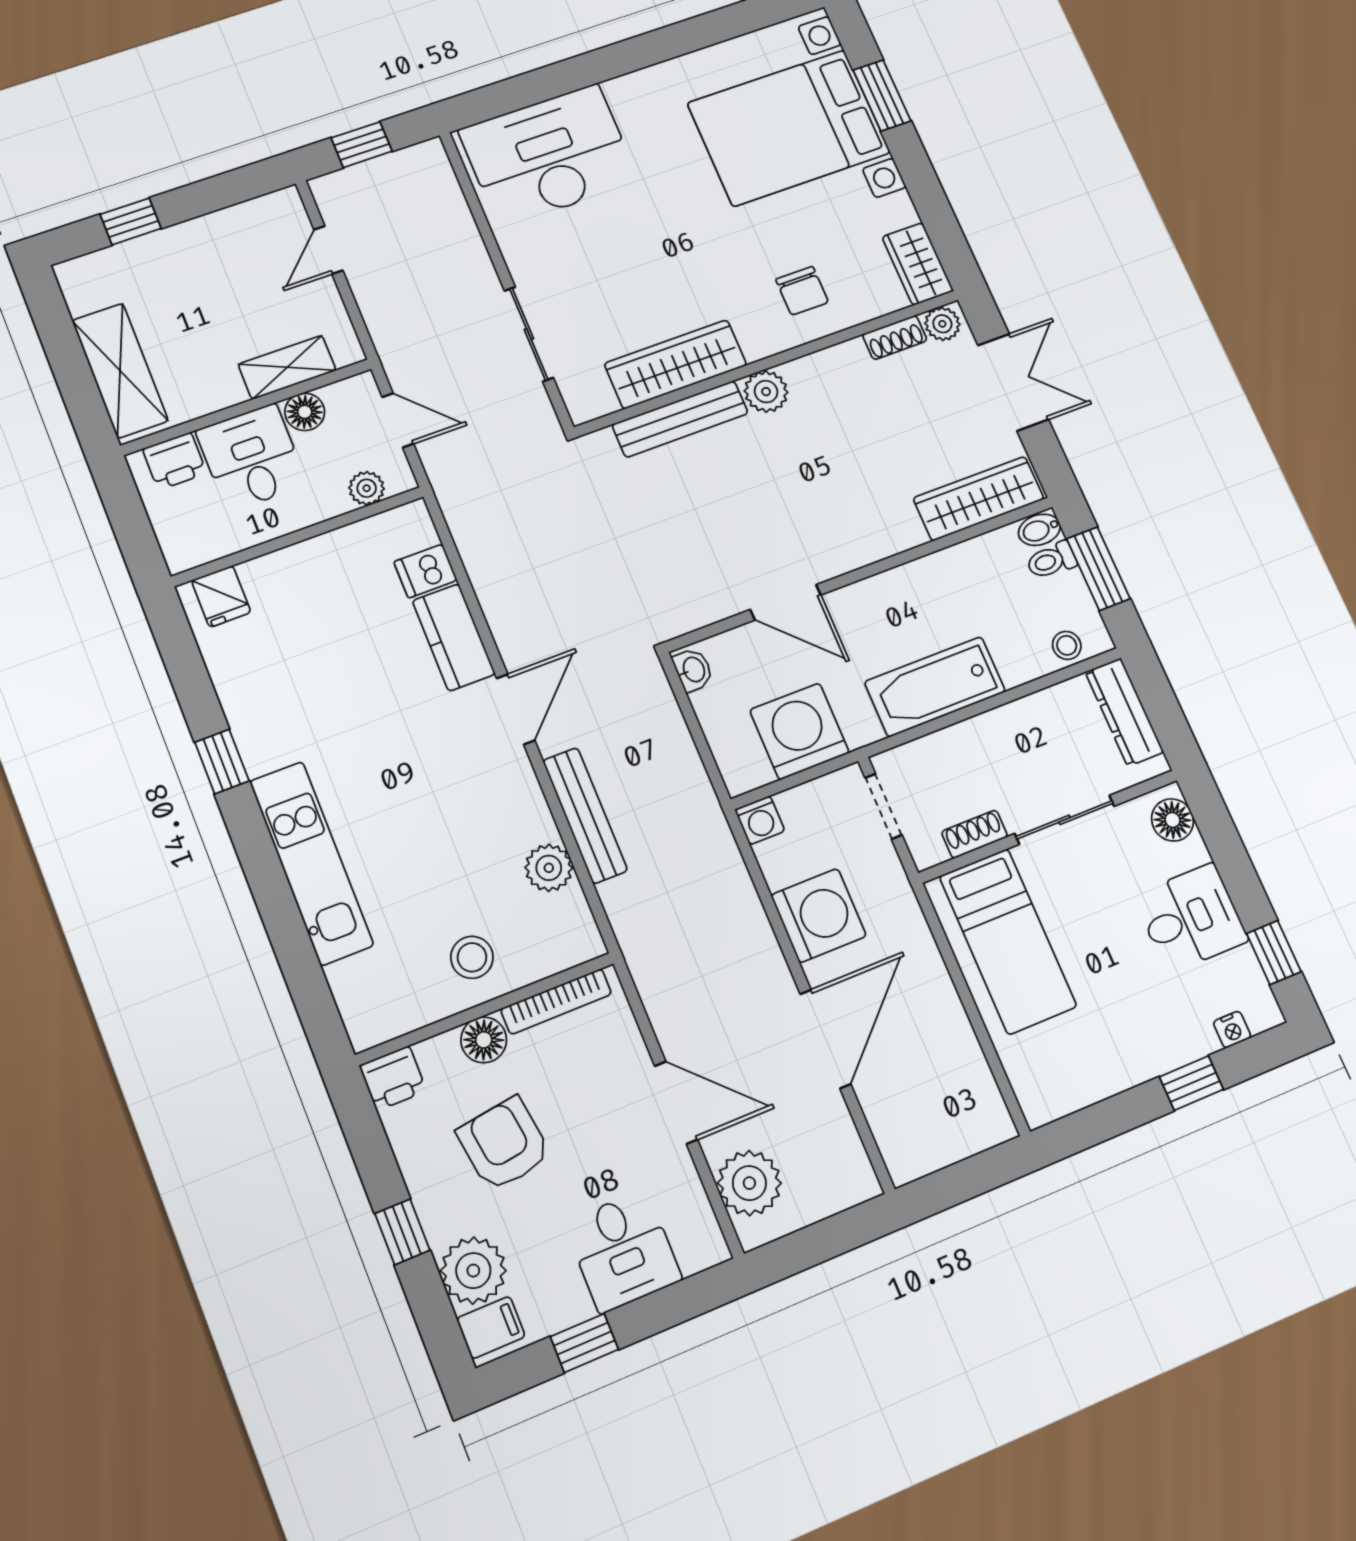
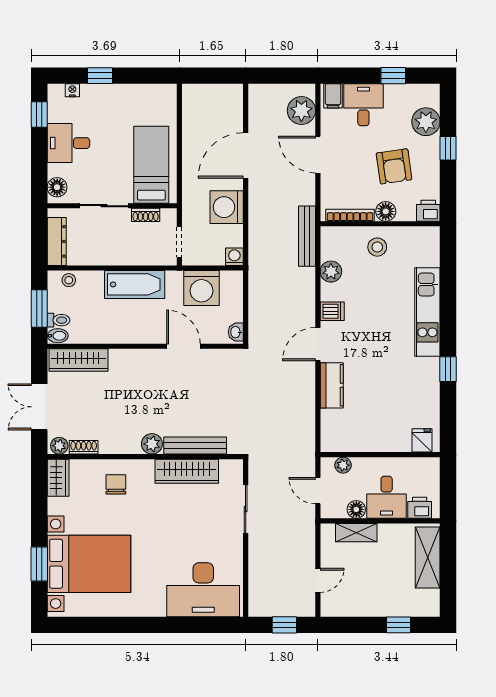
dishwasher: (425, 571) -> (332, 311), moved
bench: (585, 815) -> (307, 236), moved
filing cabinet: (491, 1328) -> (333, 96), moved, turned -90

